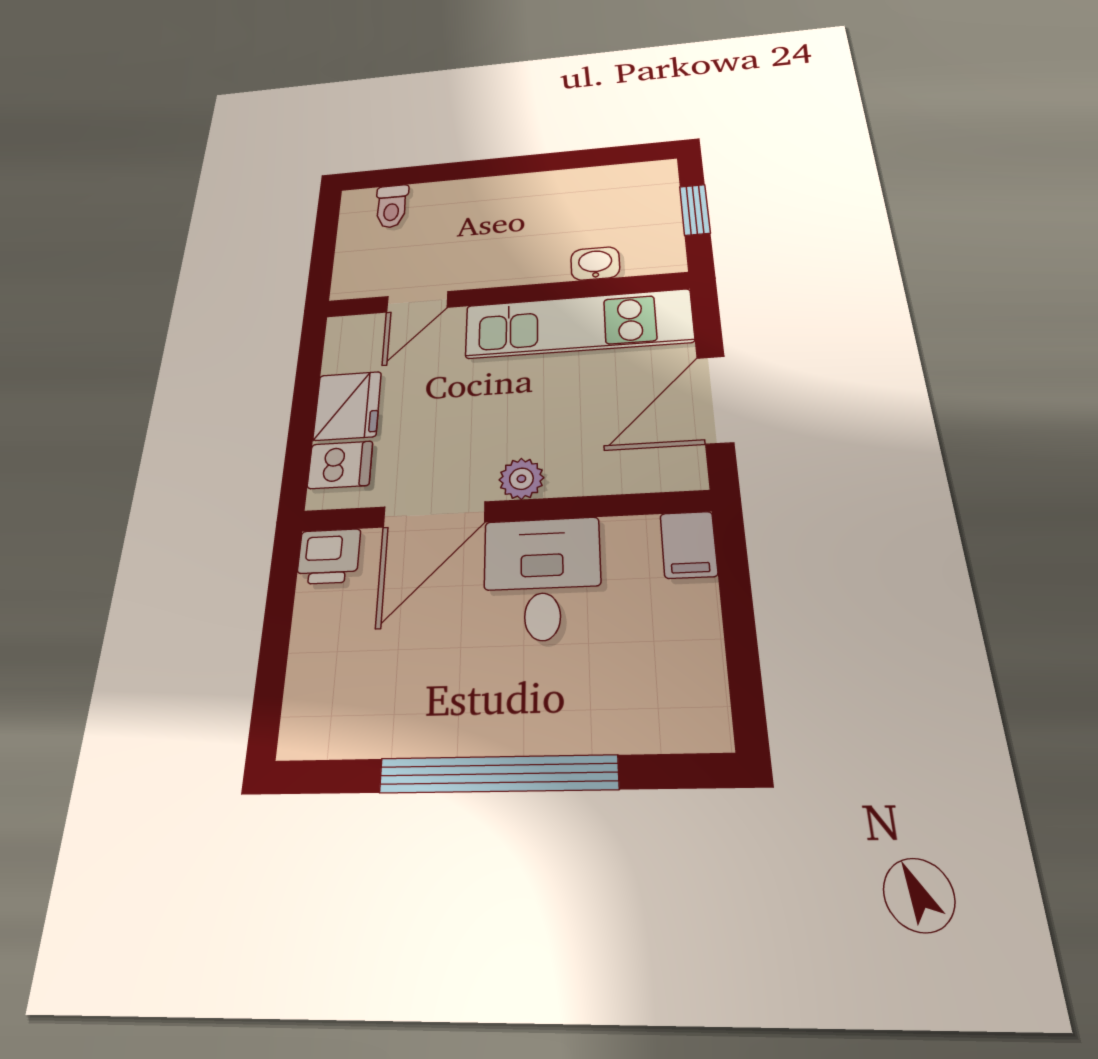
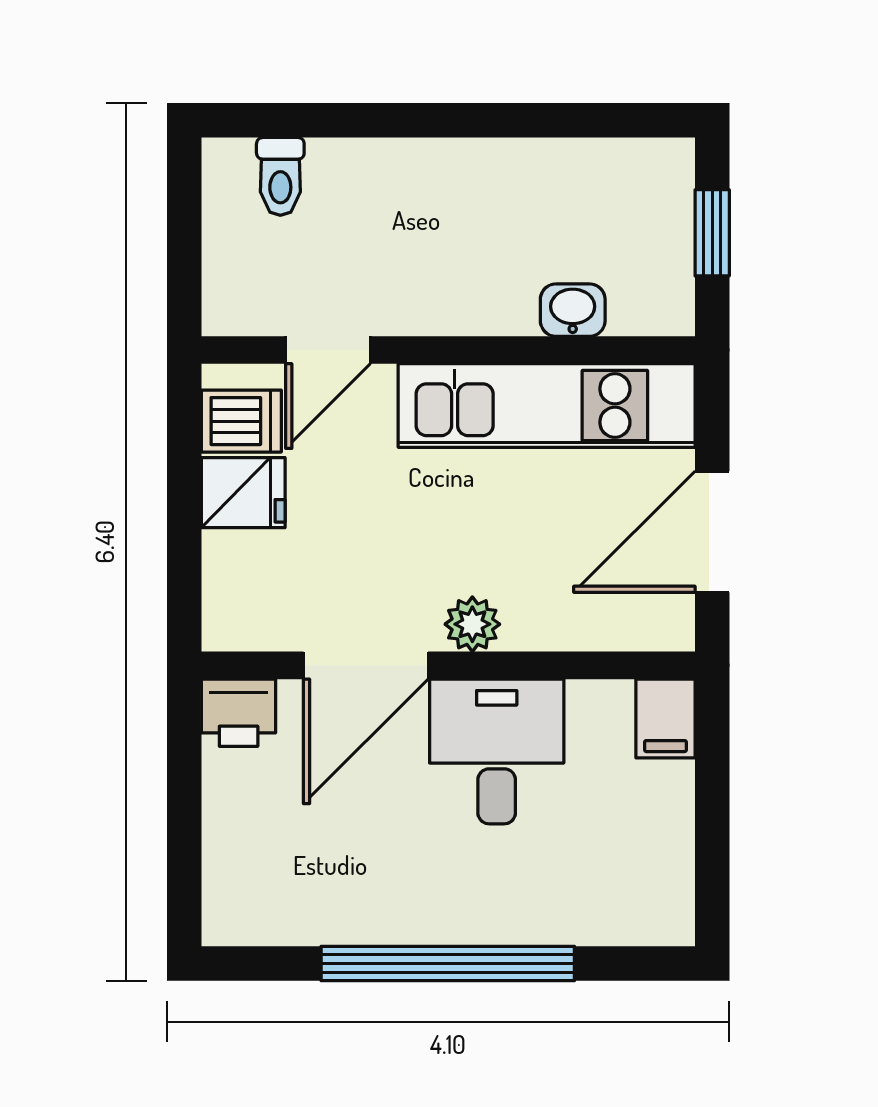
fridge: (347, 406) -> (243, 493), width x0.72
dishwasher: (340, 465) -> (241, 421), moved

